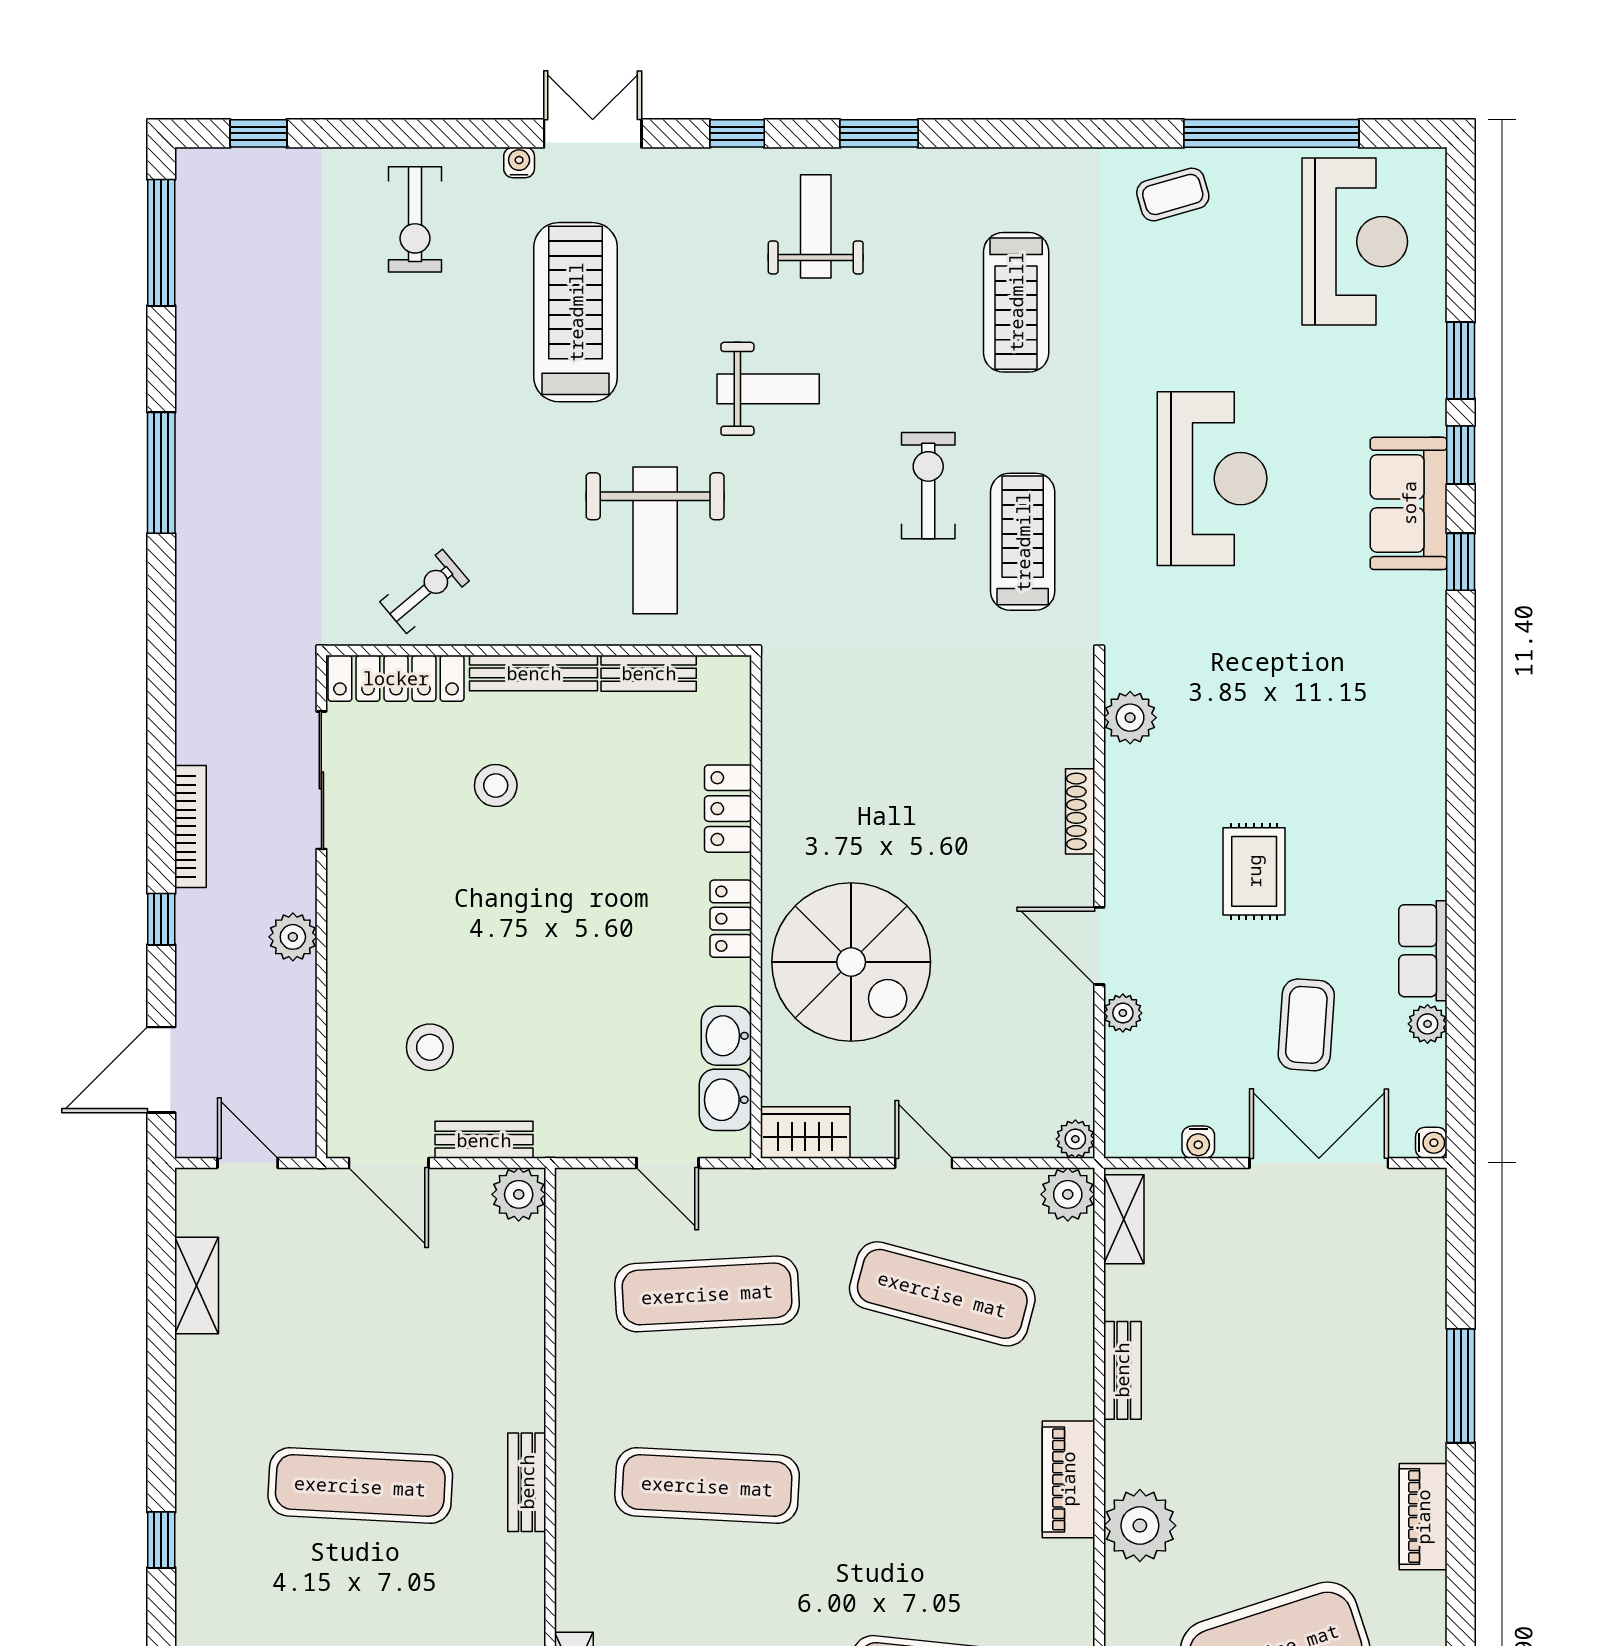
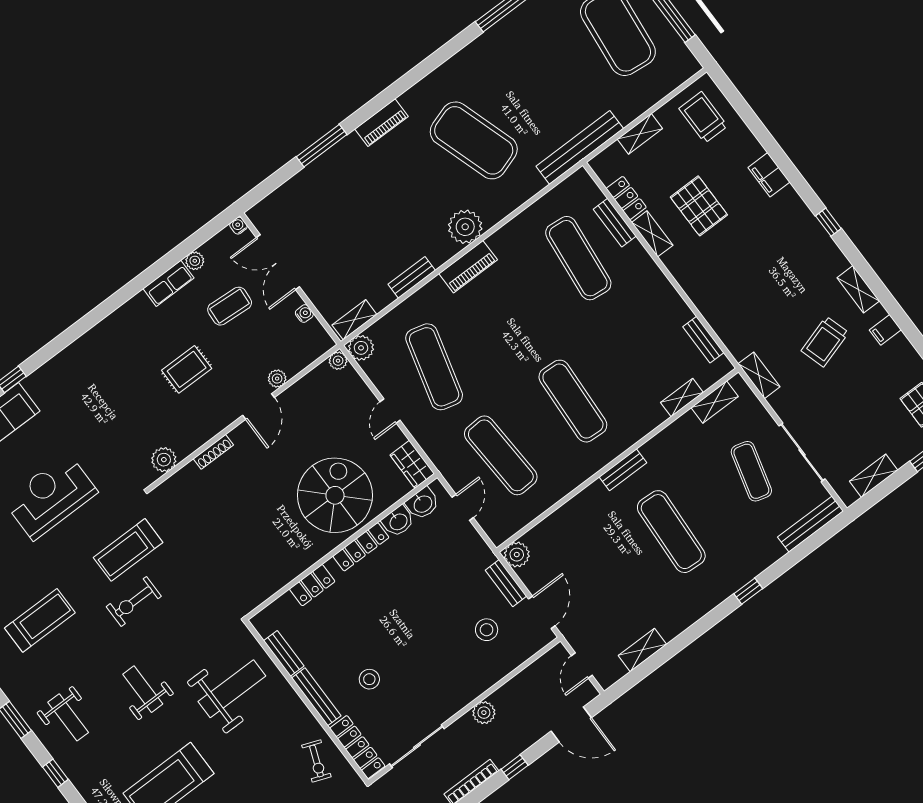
weight bench: (816, 226) -> (68, 717), turned -90
exercise bike: (425, 591) -> (316, 761), turned -119
locker: (731, 919) -> (361, 547), width x1.53

